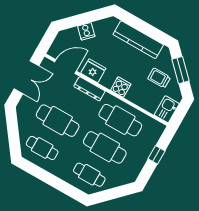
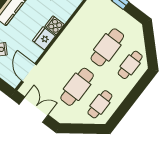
fridge: (93, 71) -> (44, 38), moved
dresser: (89, 89) -> (52, 54), removed
cafe table: (120, 120) -> (84, 30), removed

